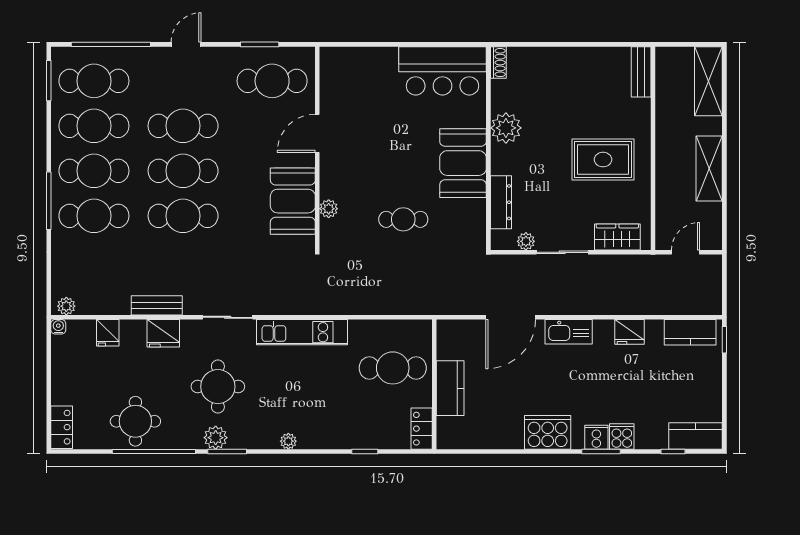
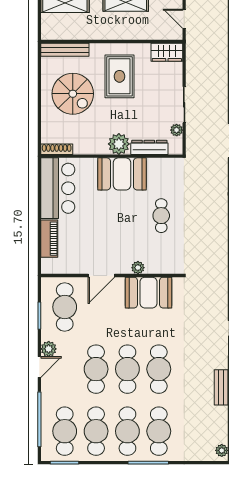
door: (186, 44) -> (39, 367), swing flipped
plant: (212, 58) -> (49, 349), added
piano: (370, 59) -> (49, 239), added
shoe rack: (498, 63) -> (57, 149), width x1.43
bench: (641, 72) -> (65, 50), width x1.36
spiral stairs: (578, 92) -> (73, 94), added
plant: (506, 128) -> (119, 144), moved
door: (317, 133) -> (101, 275), hinge flipped
plant: (329, 209) -> (138, 268), moved
wardrobe: (617, 237) -> (167, 52), moved, turned -90

